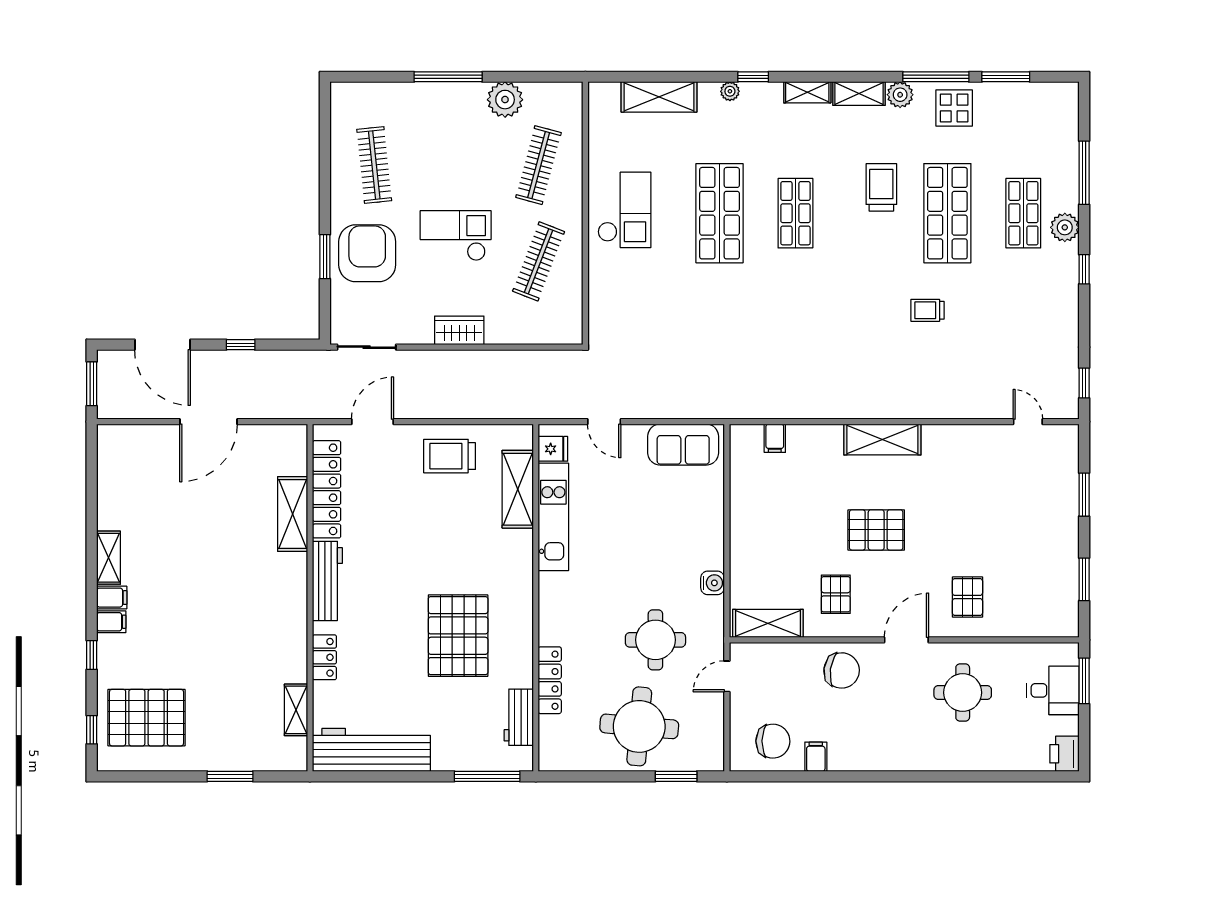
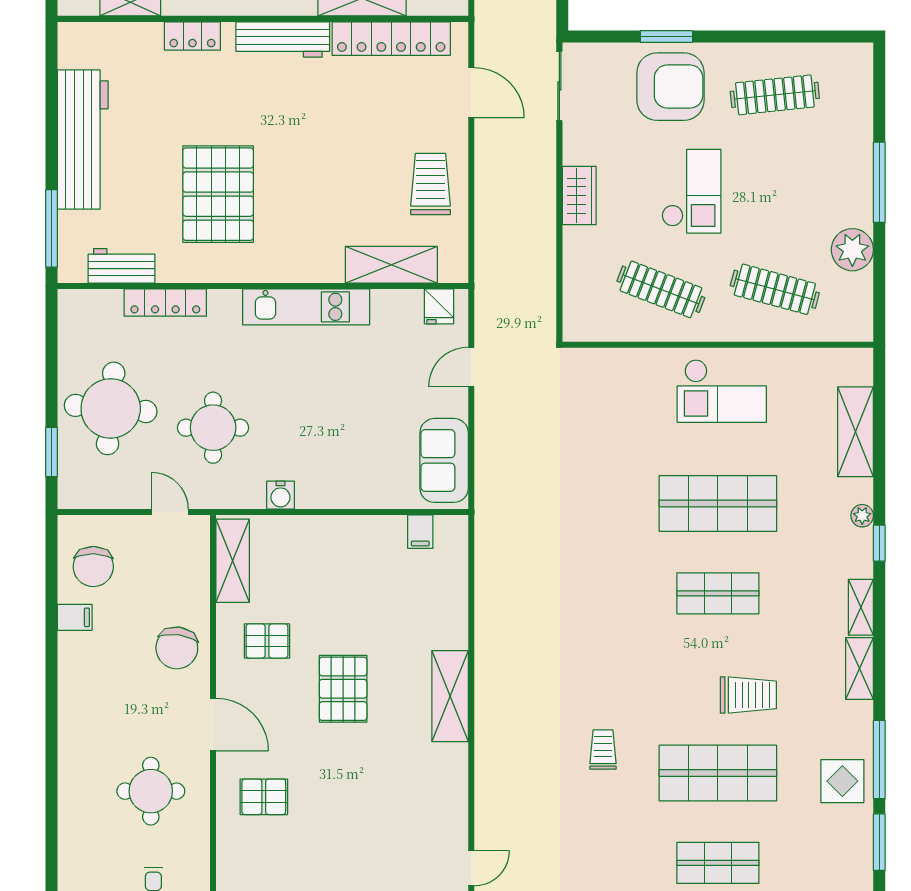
plant: (900, 95) -> (858, 717), removed
filing cabinet: (775, 438) -> (420, 532), moved, turned -90
kitchen unit: (553, 517) -> (306, 307), moved
pallet: (458, 636) -> (218, 194), turned 90
workbench: (371, 750) -> (83, 139), moved

